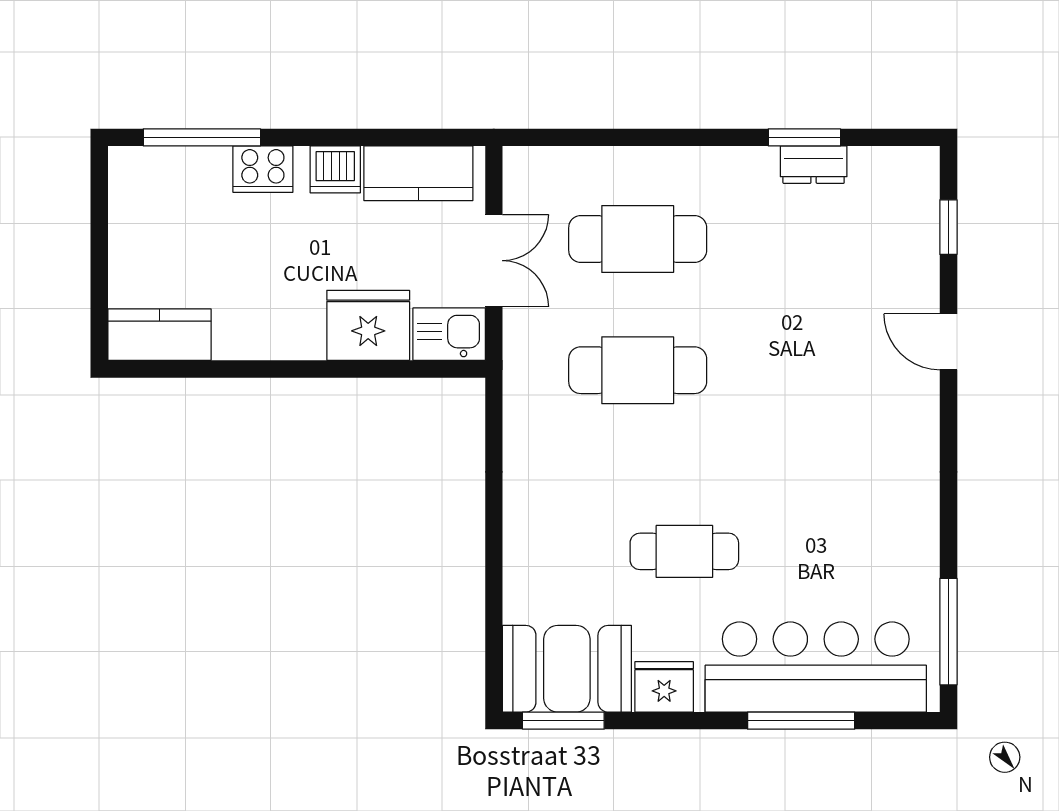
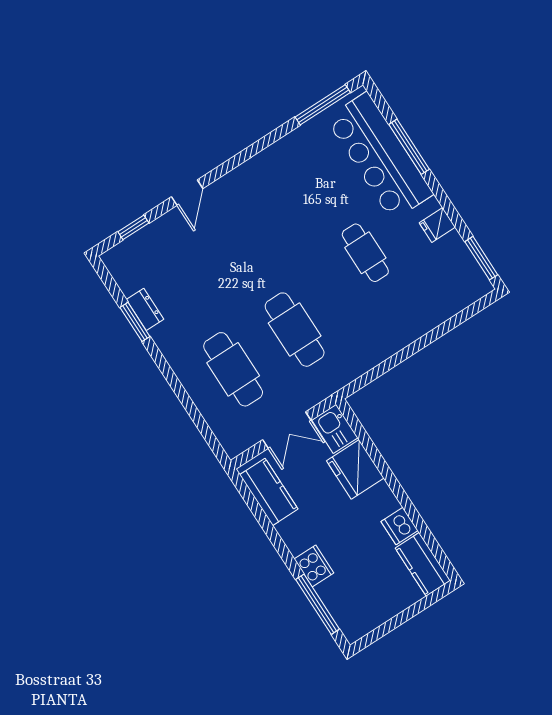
dishwasher: (335, 169) -> (400, 526), moved, turned 180
double door: (494, 261) -> (287, 430), swing flipped
booth: (567, 669) -> (456, 272), removed
fridge: (664, 687) -> (437, 225), width x0.72

